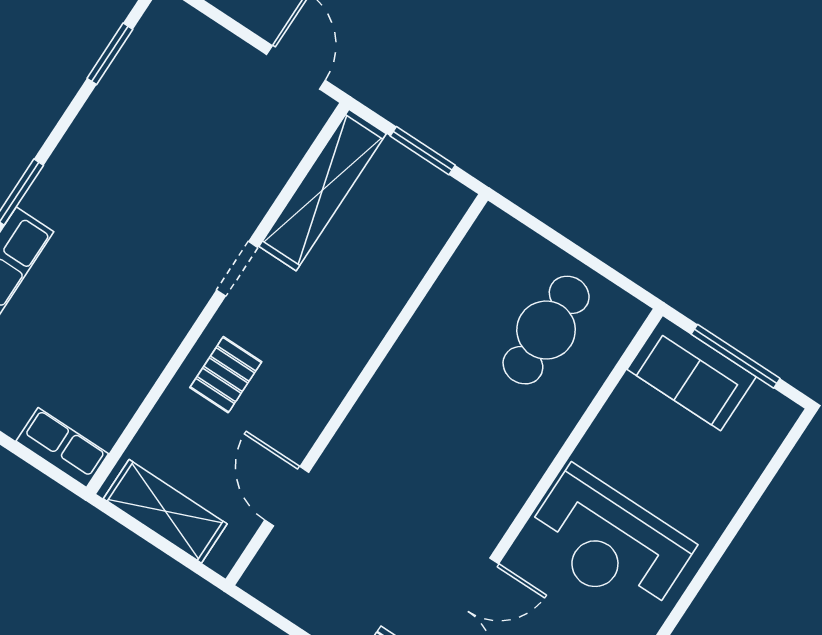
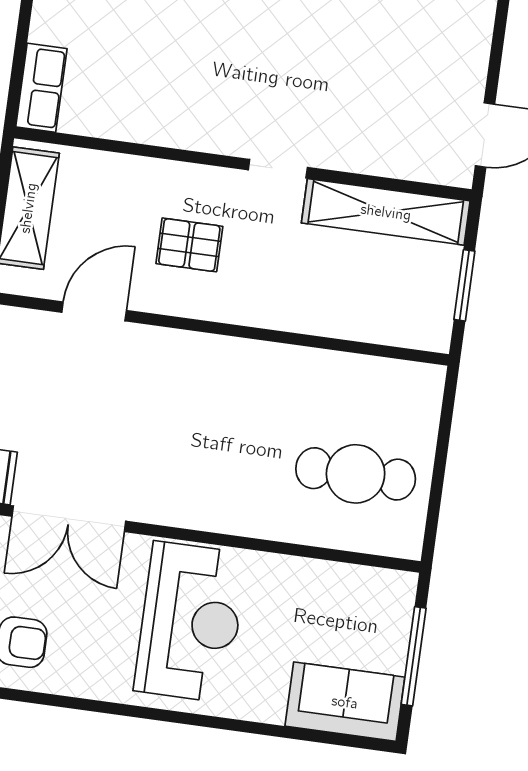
sofa: (692, 373) -> (345, 702), moved, turned 90
pallet: (226, 375) -> (189, 245), moved
reception desk: (609, 543) -> (190, 622), turned 180

